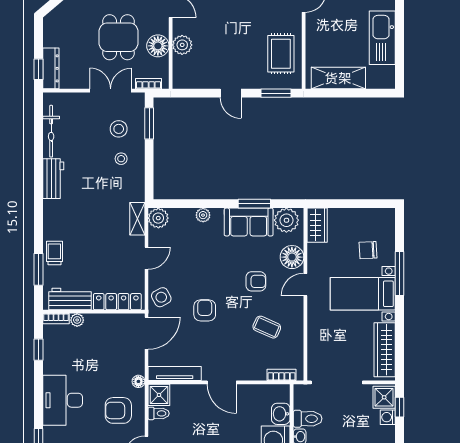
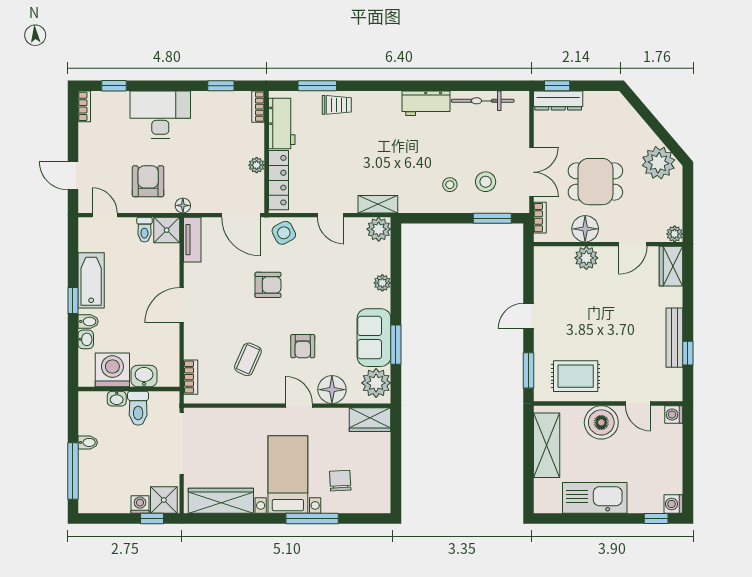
boiler: (319, 32) -> (601, 422), added
plant: (77, 320) -> (257, 165), moved
tv unit: (175, 374) -> (192, 240), width x0.71

